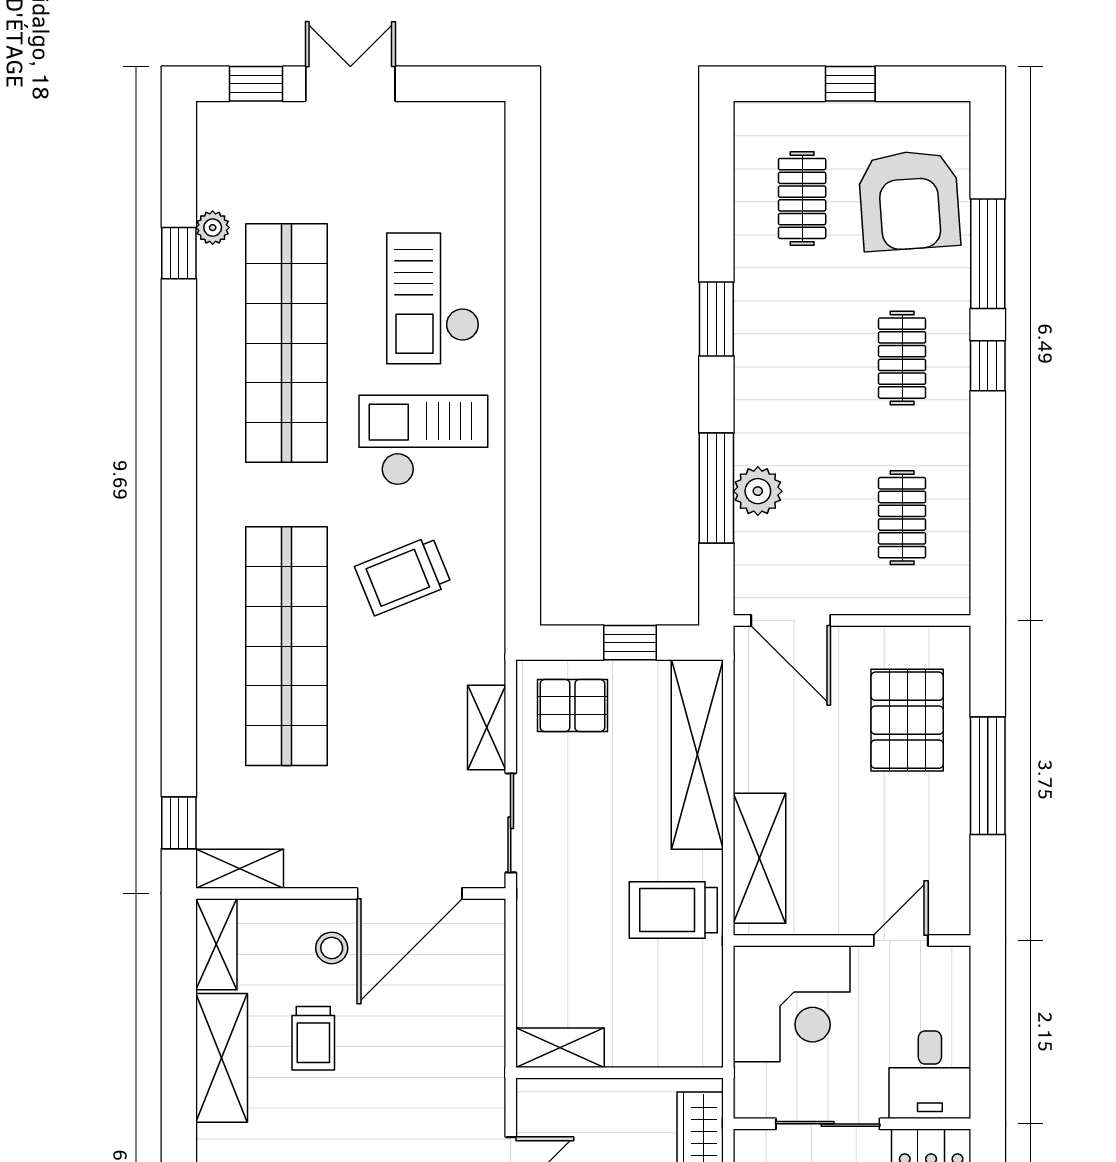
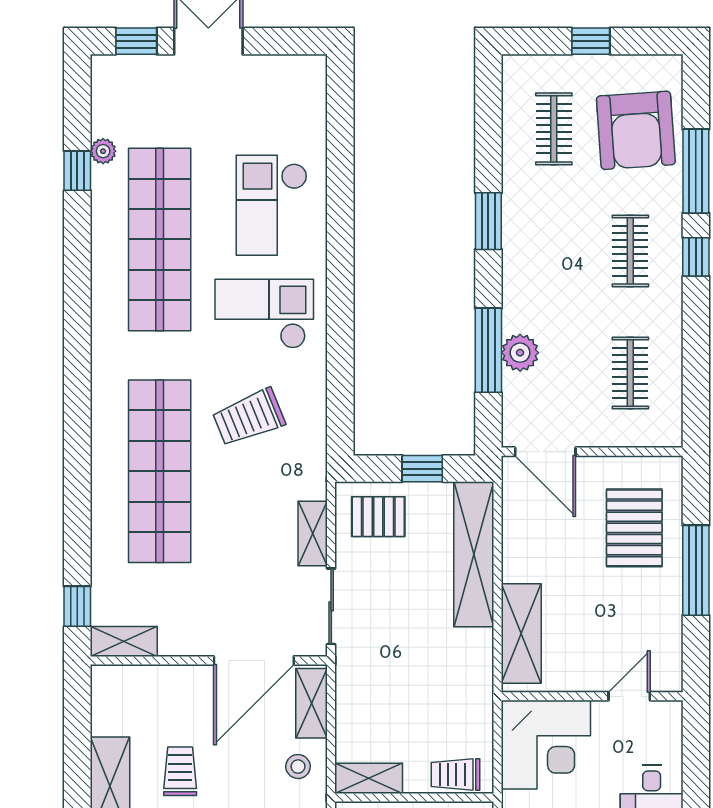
trolley: (673, 910) -> (456, 775), moved, width x0.73, depth x0.72
shelving: (216, 944) -> (311, 703), moved
stool: (332, 948) -> (298, 767), moved
trolley: (313, 1038) -> (180, 771), turned 180

